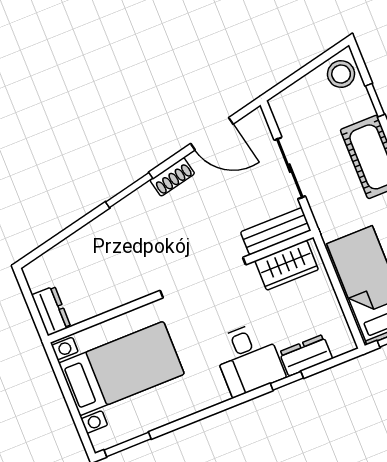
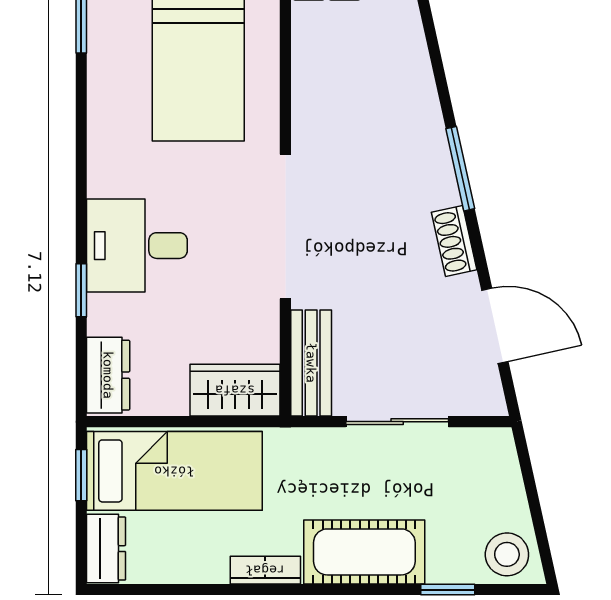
door: (212, 134) -> (495, 326), swing flipped
wardrobe: (287, 265) -> (235, 390), moved, turned 90
dresser: (306, 355) -> (108, 375), moved

